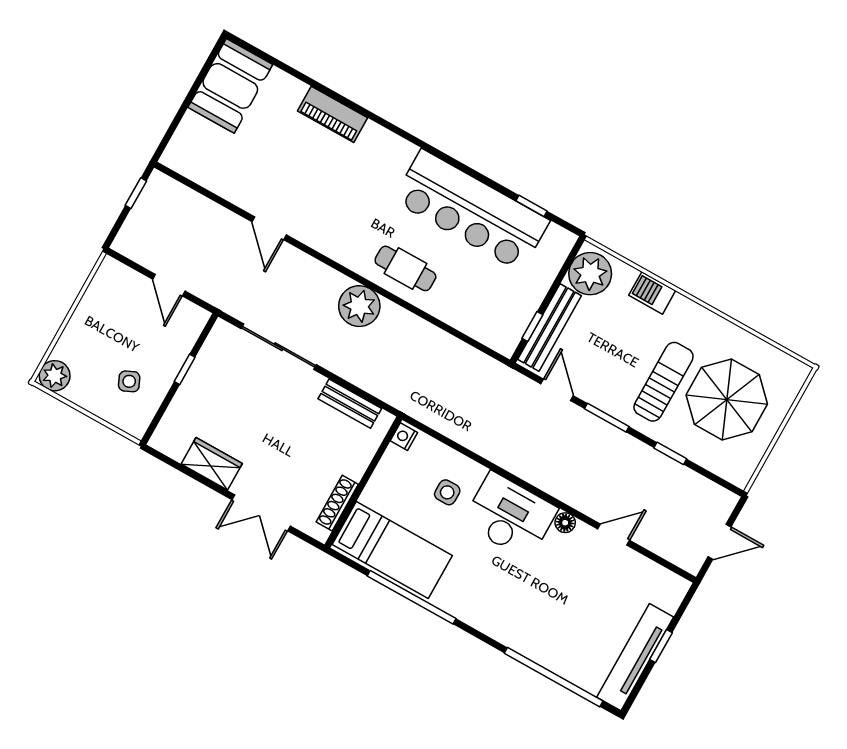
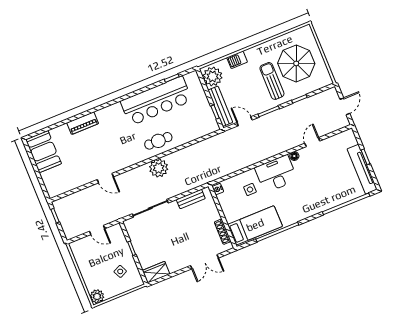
wardrobe: (212, 464) -> (156, 272), moved

